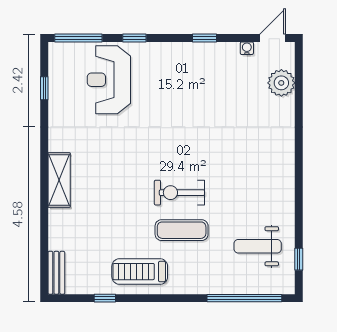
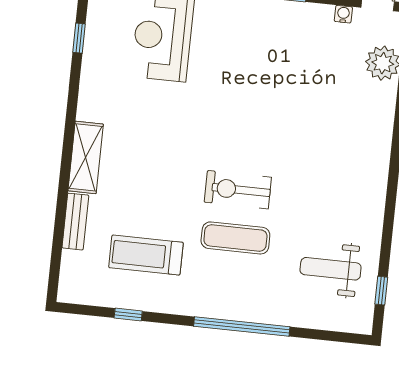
treadmill: (140, 272) -> (146, 255), moved
bench: (56, 273) -> (75, 222), moved
window: (244, 298) -> (242, 326), moved

